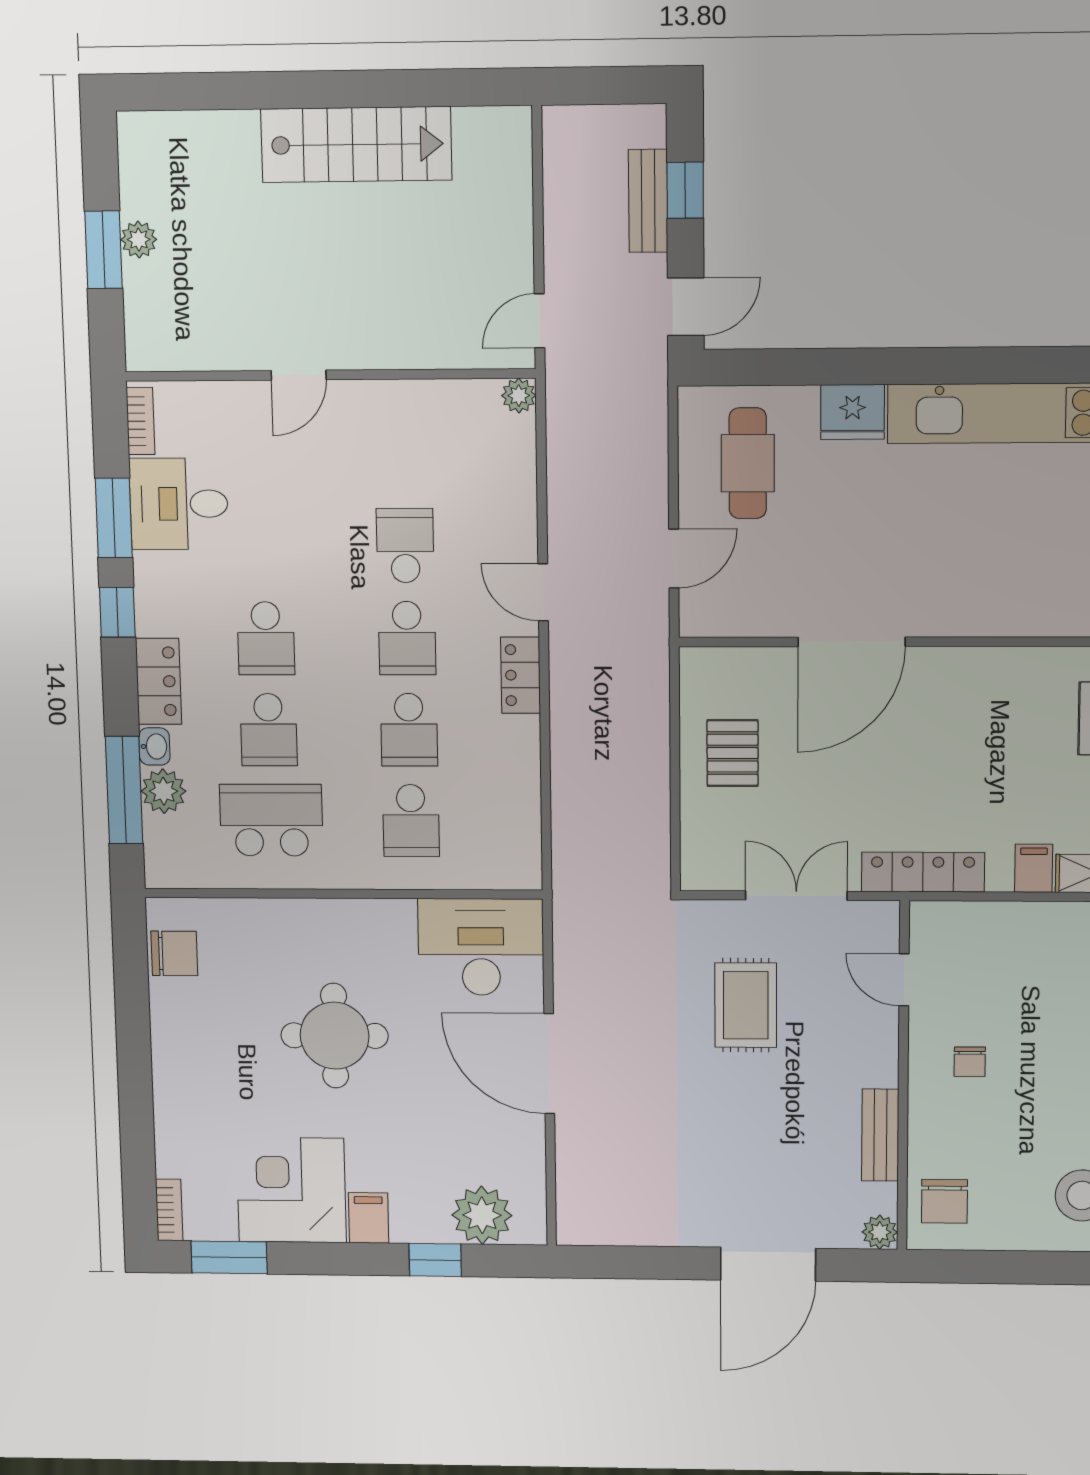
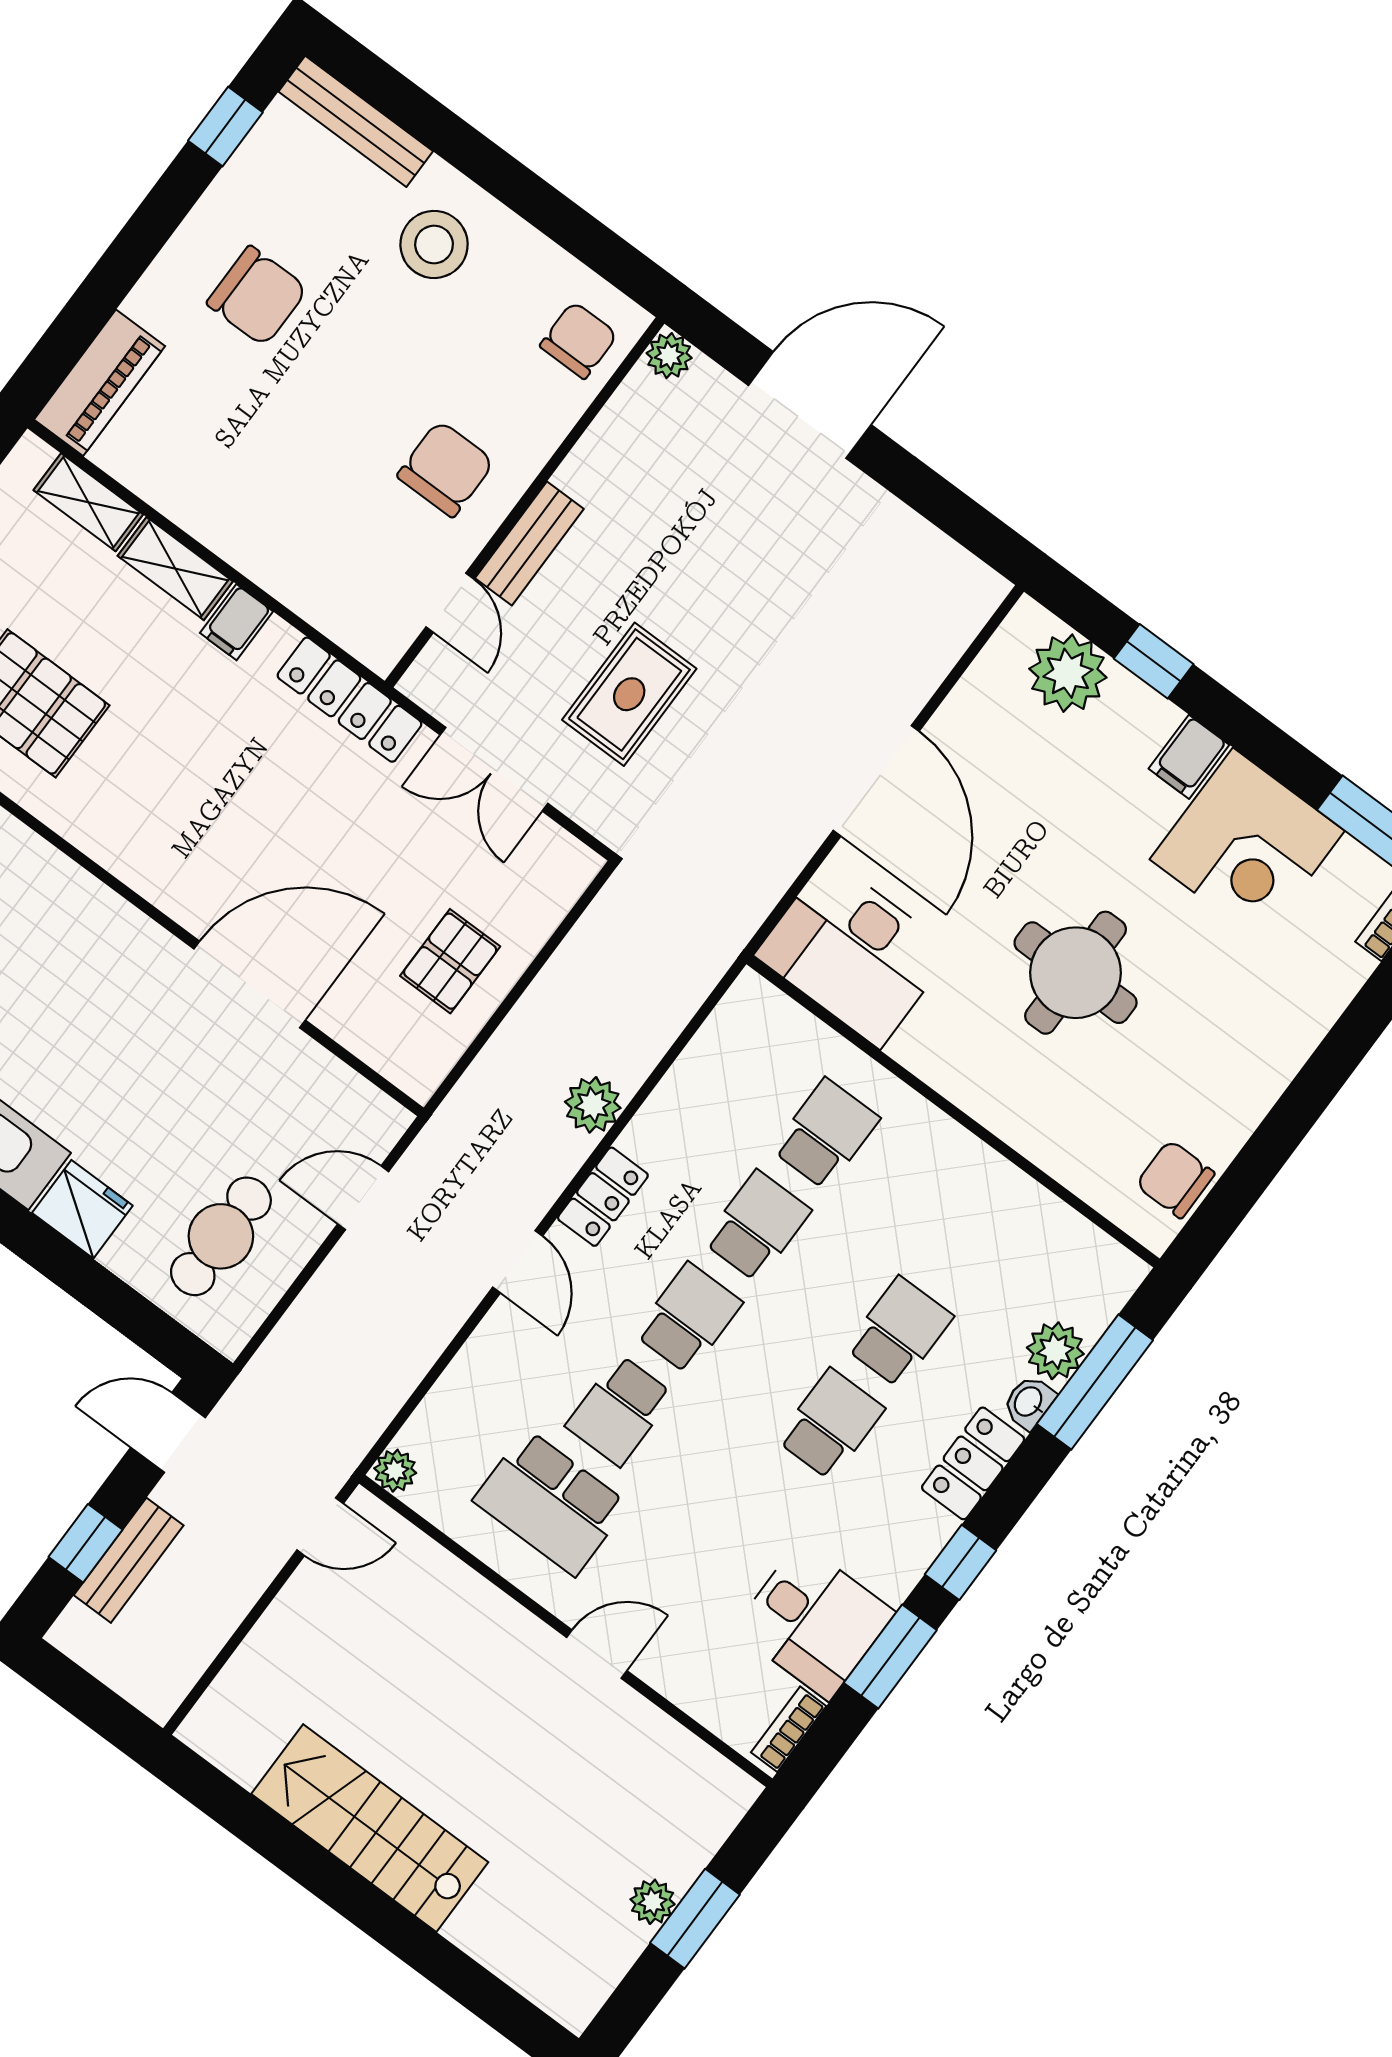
plant: (572, 729) -> (593, 1105), added
school desk: (271, 820) -> (551, 1503), moved
chair: (970, 1062) -> (446, 469), width x1.87, depth x1.87
bench: (880, 1135) -> (529, 543), moved

